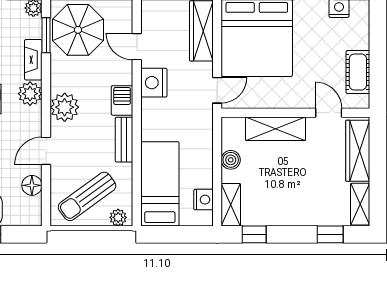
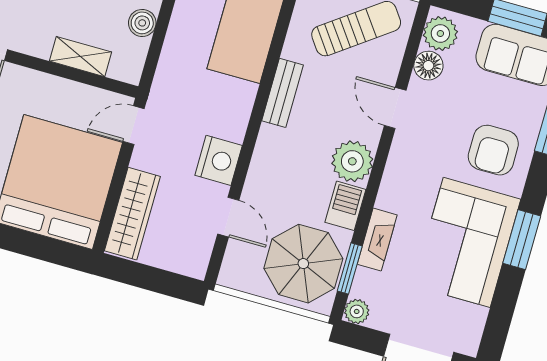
plant: (30, 94) -> (440, 33), moved
barbecue: (122, 100) -> (345, 206), moved, turned 180
shelving: (275, 129) -> (80, 57), width x0.67, depth x0.75
door: (46, 151) -> (395, 108), swing flipped

